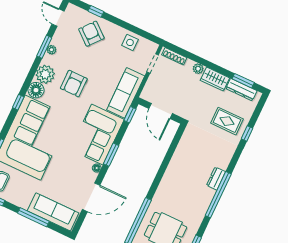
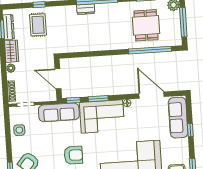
door: (161, 111) -> (58, 79), swing flipped
window: (111, 155) -> (98, 99), moved
window: (33, 217) -> (190, 130), width x0.46

